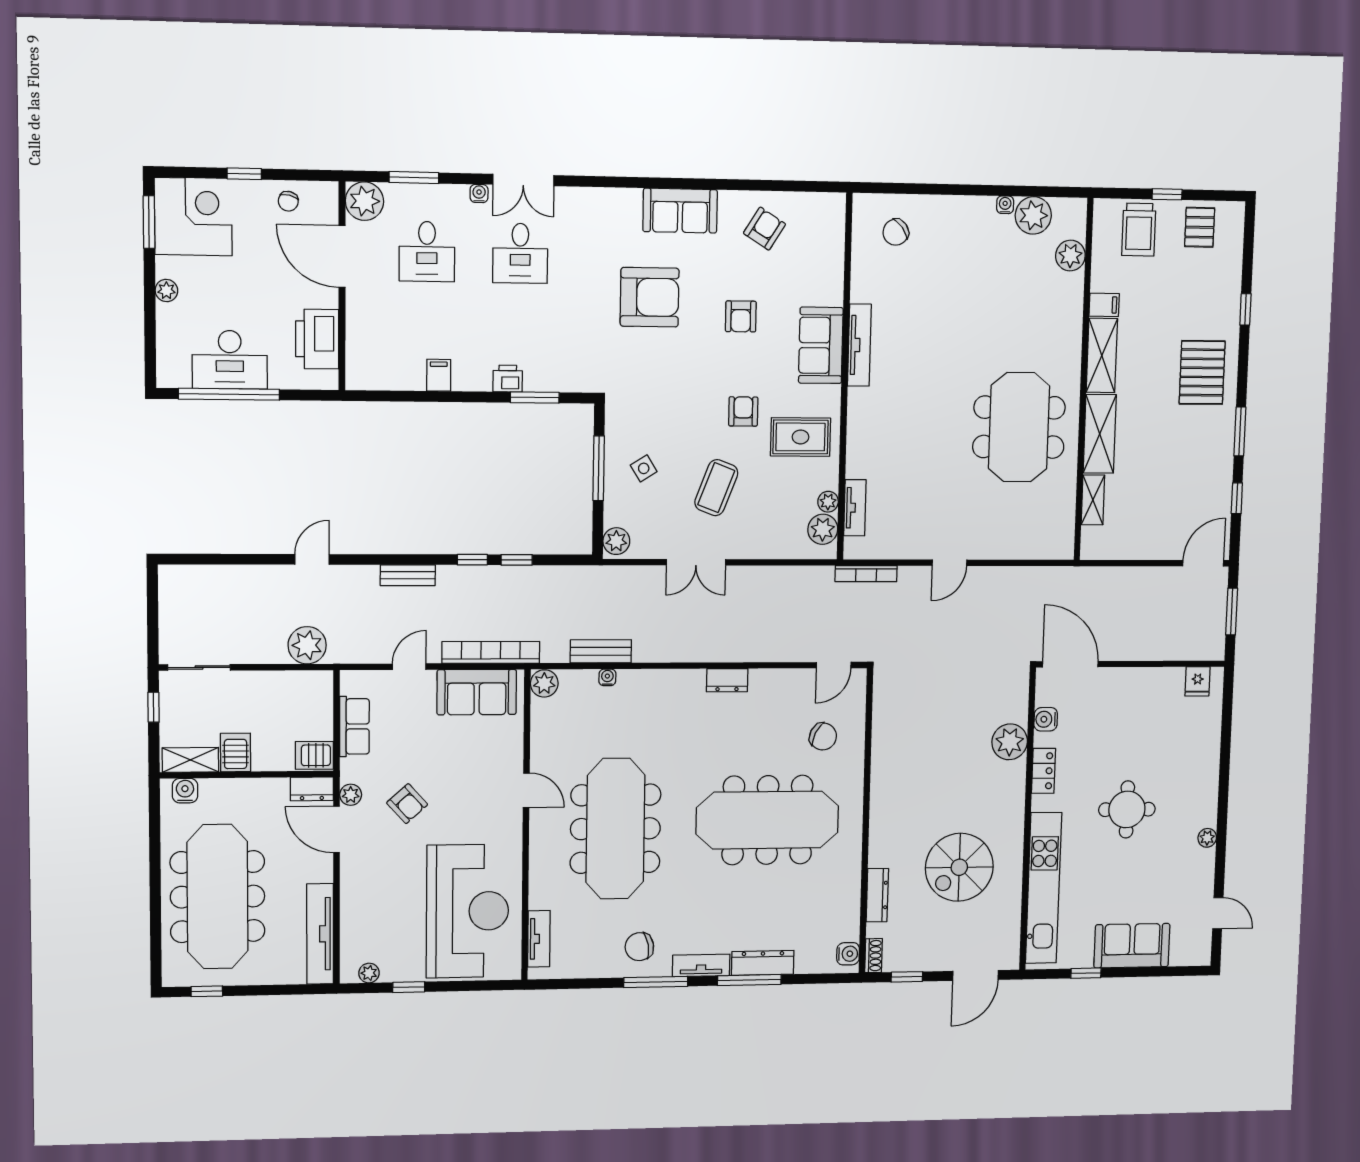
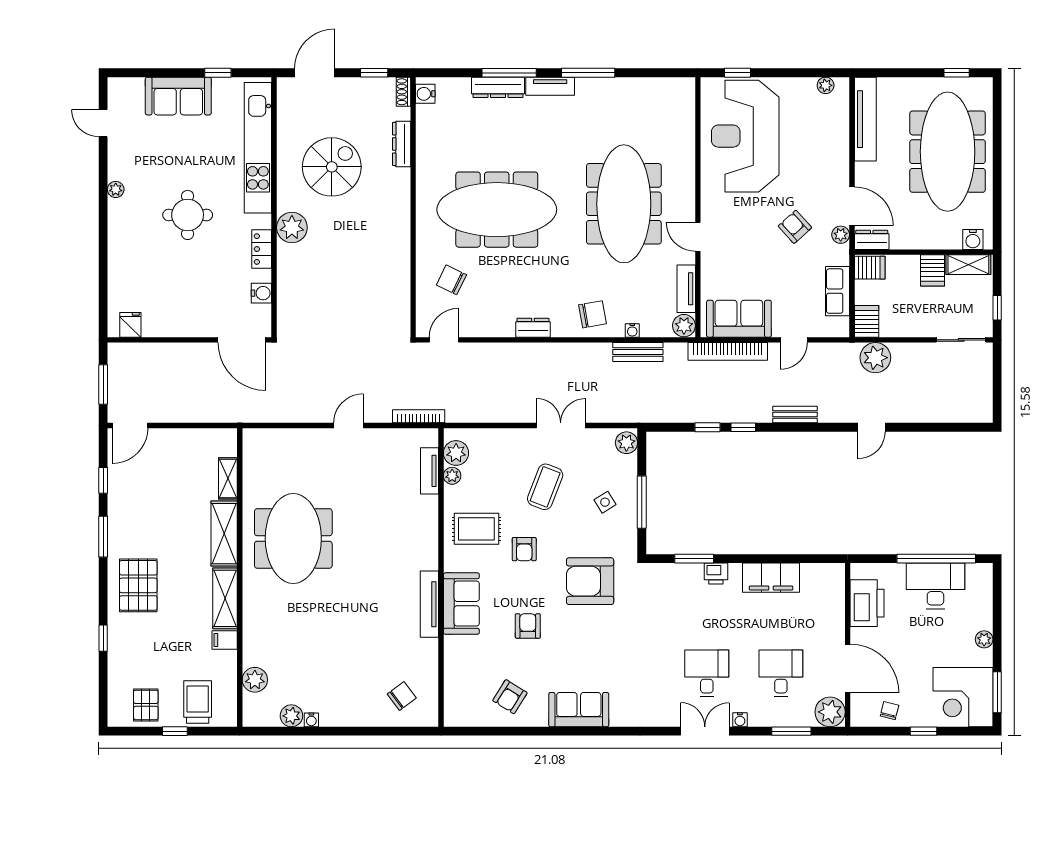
plant: (1033, 215) -> (291, 716), width x0.73, depth x0.73
armchair: (650, 297) -> (590, 581), moved
filing cabinet: (439, 375) -> (771, 578), width x3.00, depth x1.17
server rack: (318, 690) -> (867, 321), added
plant: (1010, 742) -> (292, 227), moved
tv unit: (539, 939) -> (686, 289), moved
chair: (639, 947) -> (592, 314), moved
window: (409, 987) -> (738, 73), moved

